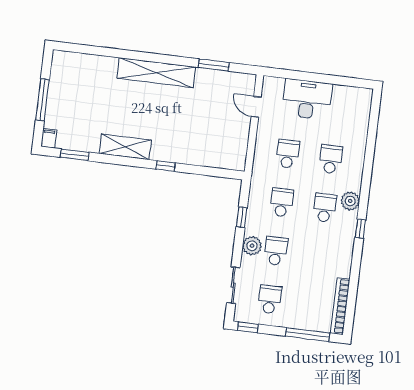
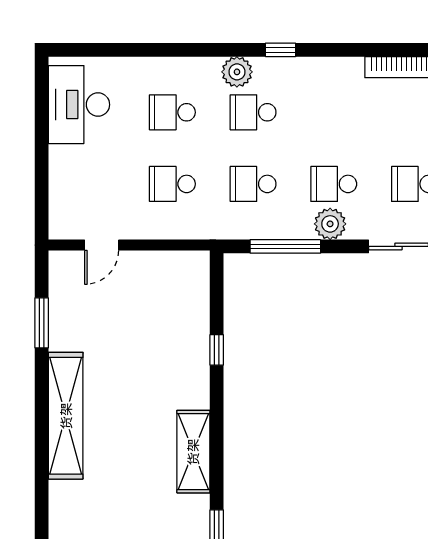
desk: (307, 99) -> (79, 105), moved
window: (166, 166) -> (217, 350), moved
window: (242, 217) -> (285, 246), width x2.17

